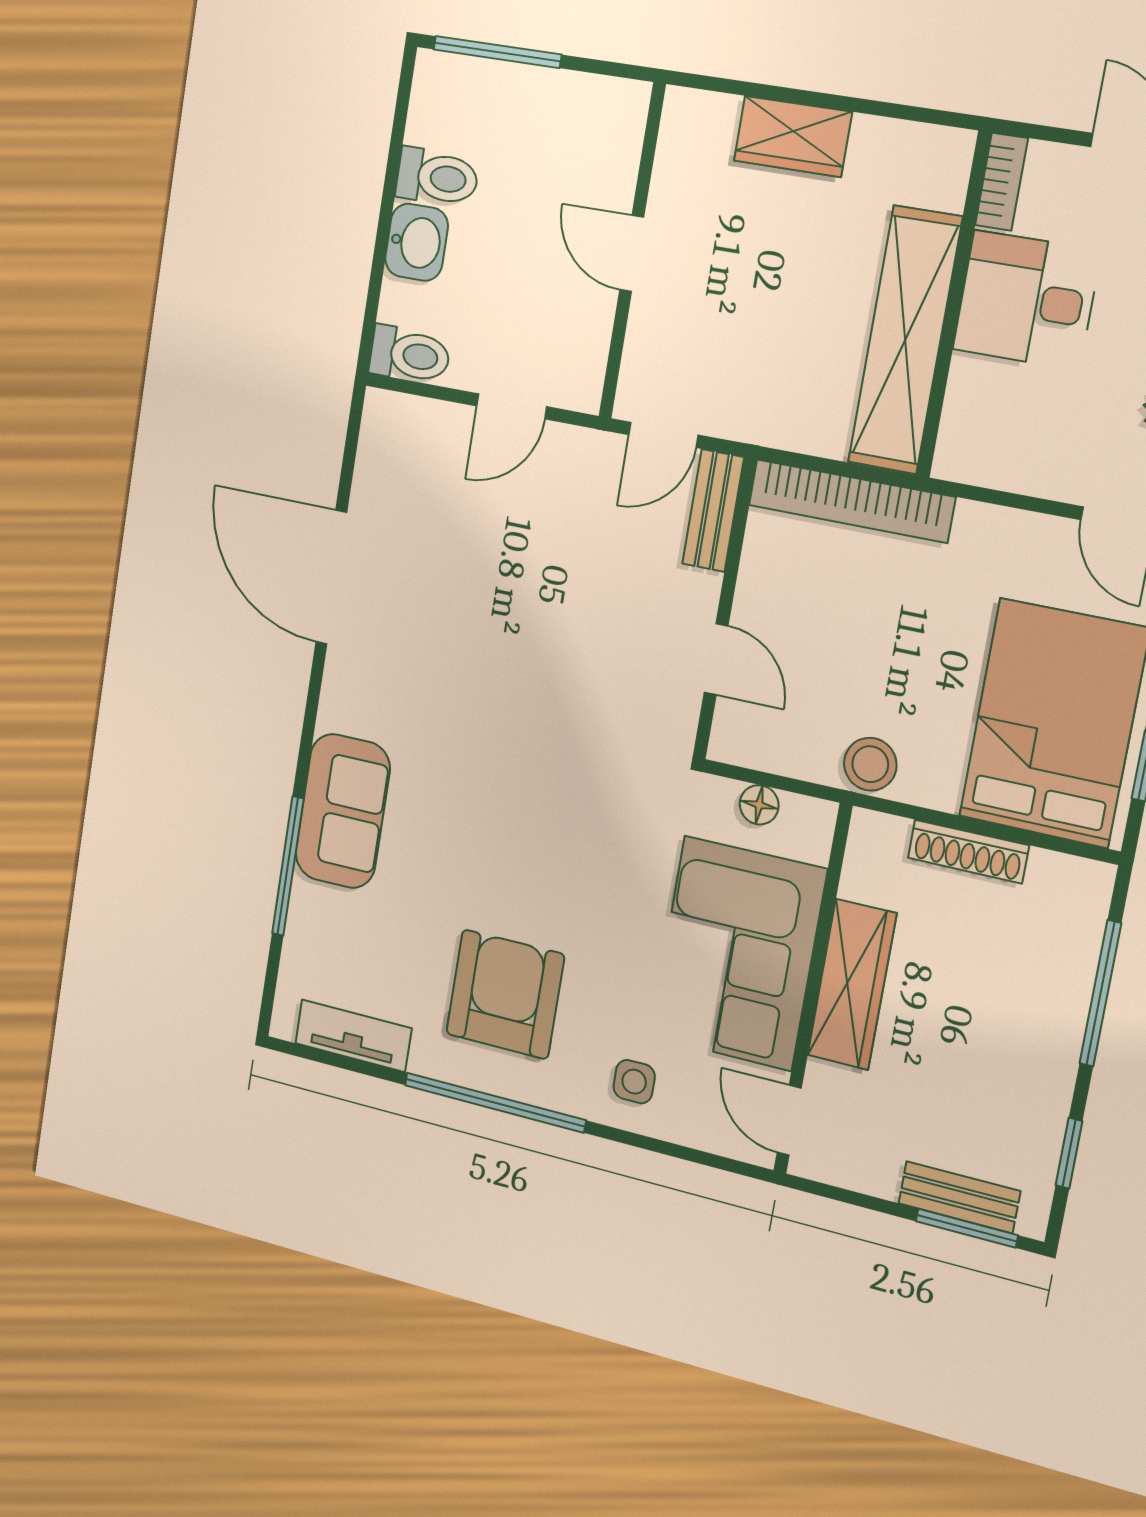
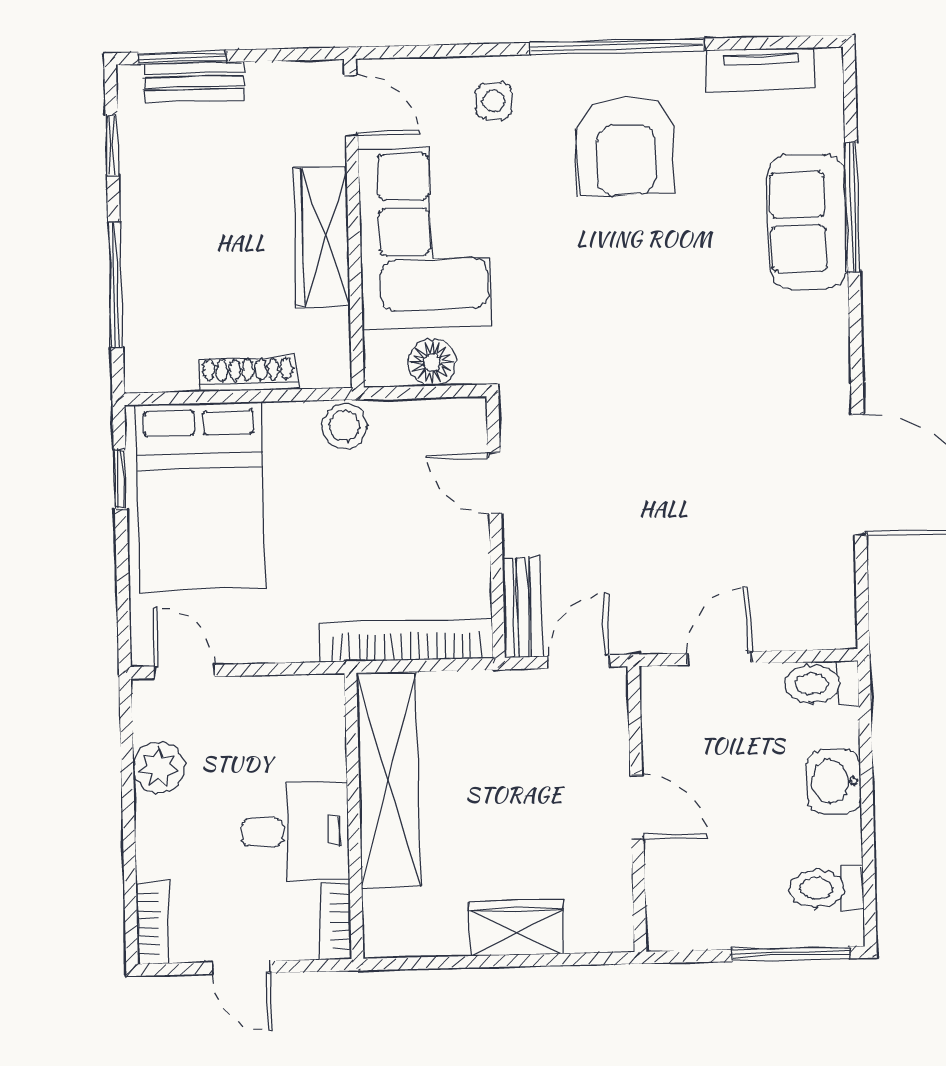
toilet: (437, 177) -> (826, 888), moved
floor lamp: (759, 805) -> (432, 363), width x1.37, depth x1.37
sofa: (343, 811) -> (808, 221), moved

